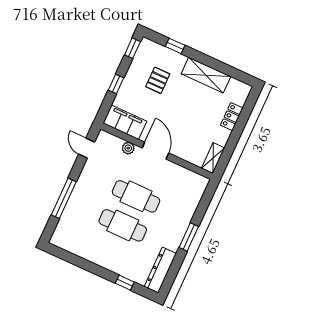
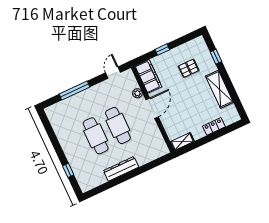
window: (132, 48) -> (190, 37), removed
window: (189, 237) -> (129, 176), removed
dresser: (160, 270) -> (121, 169), moved

